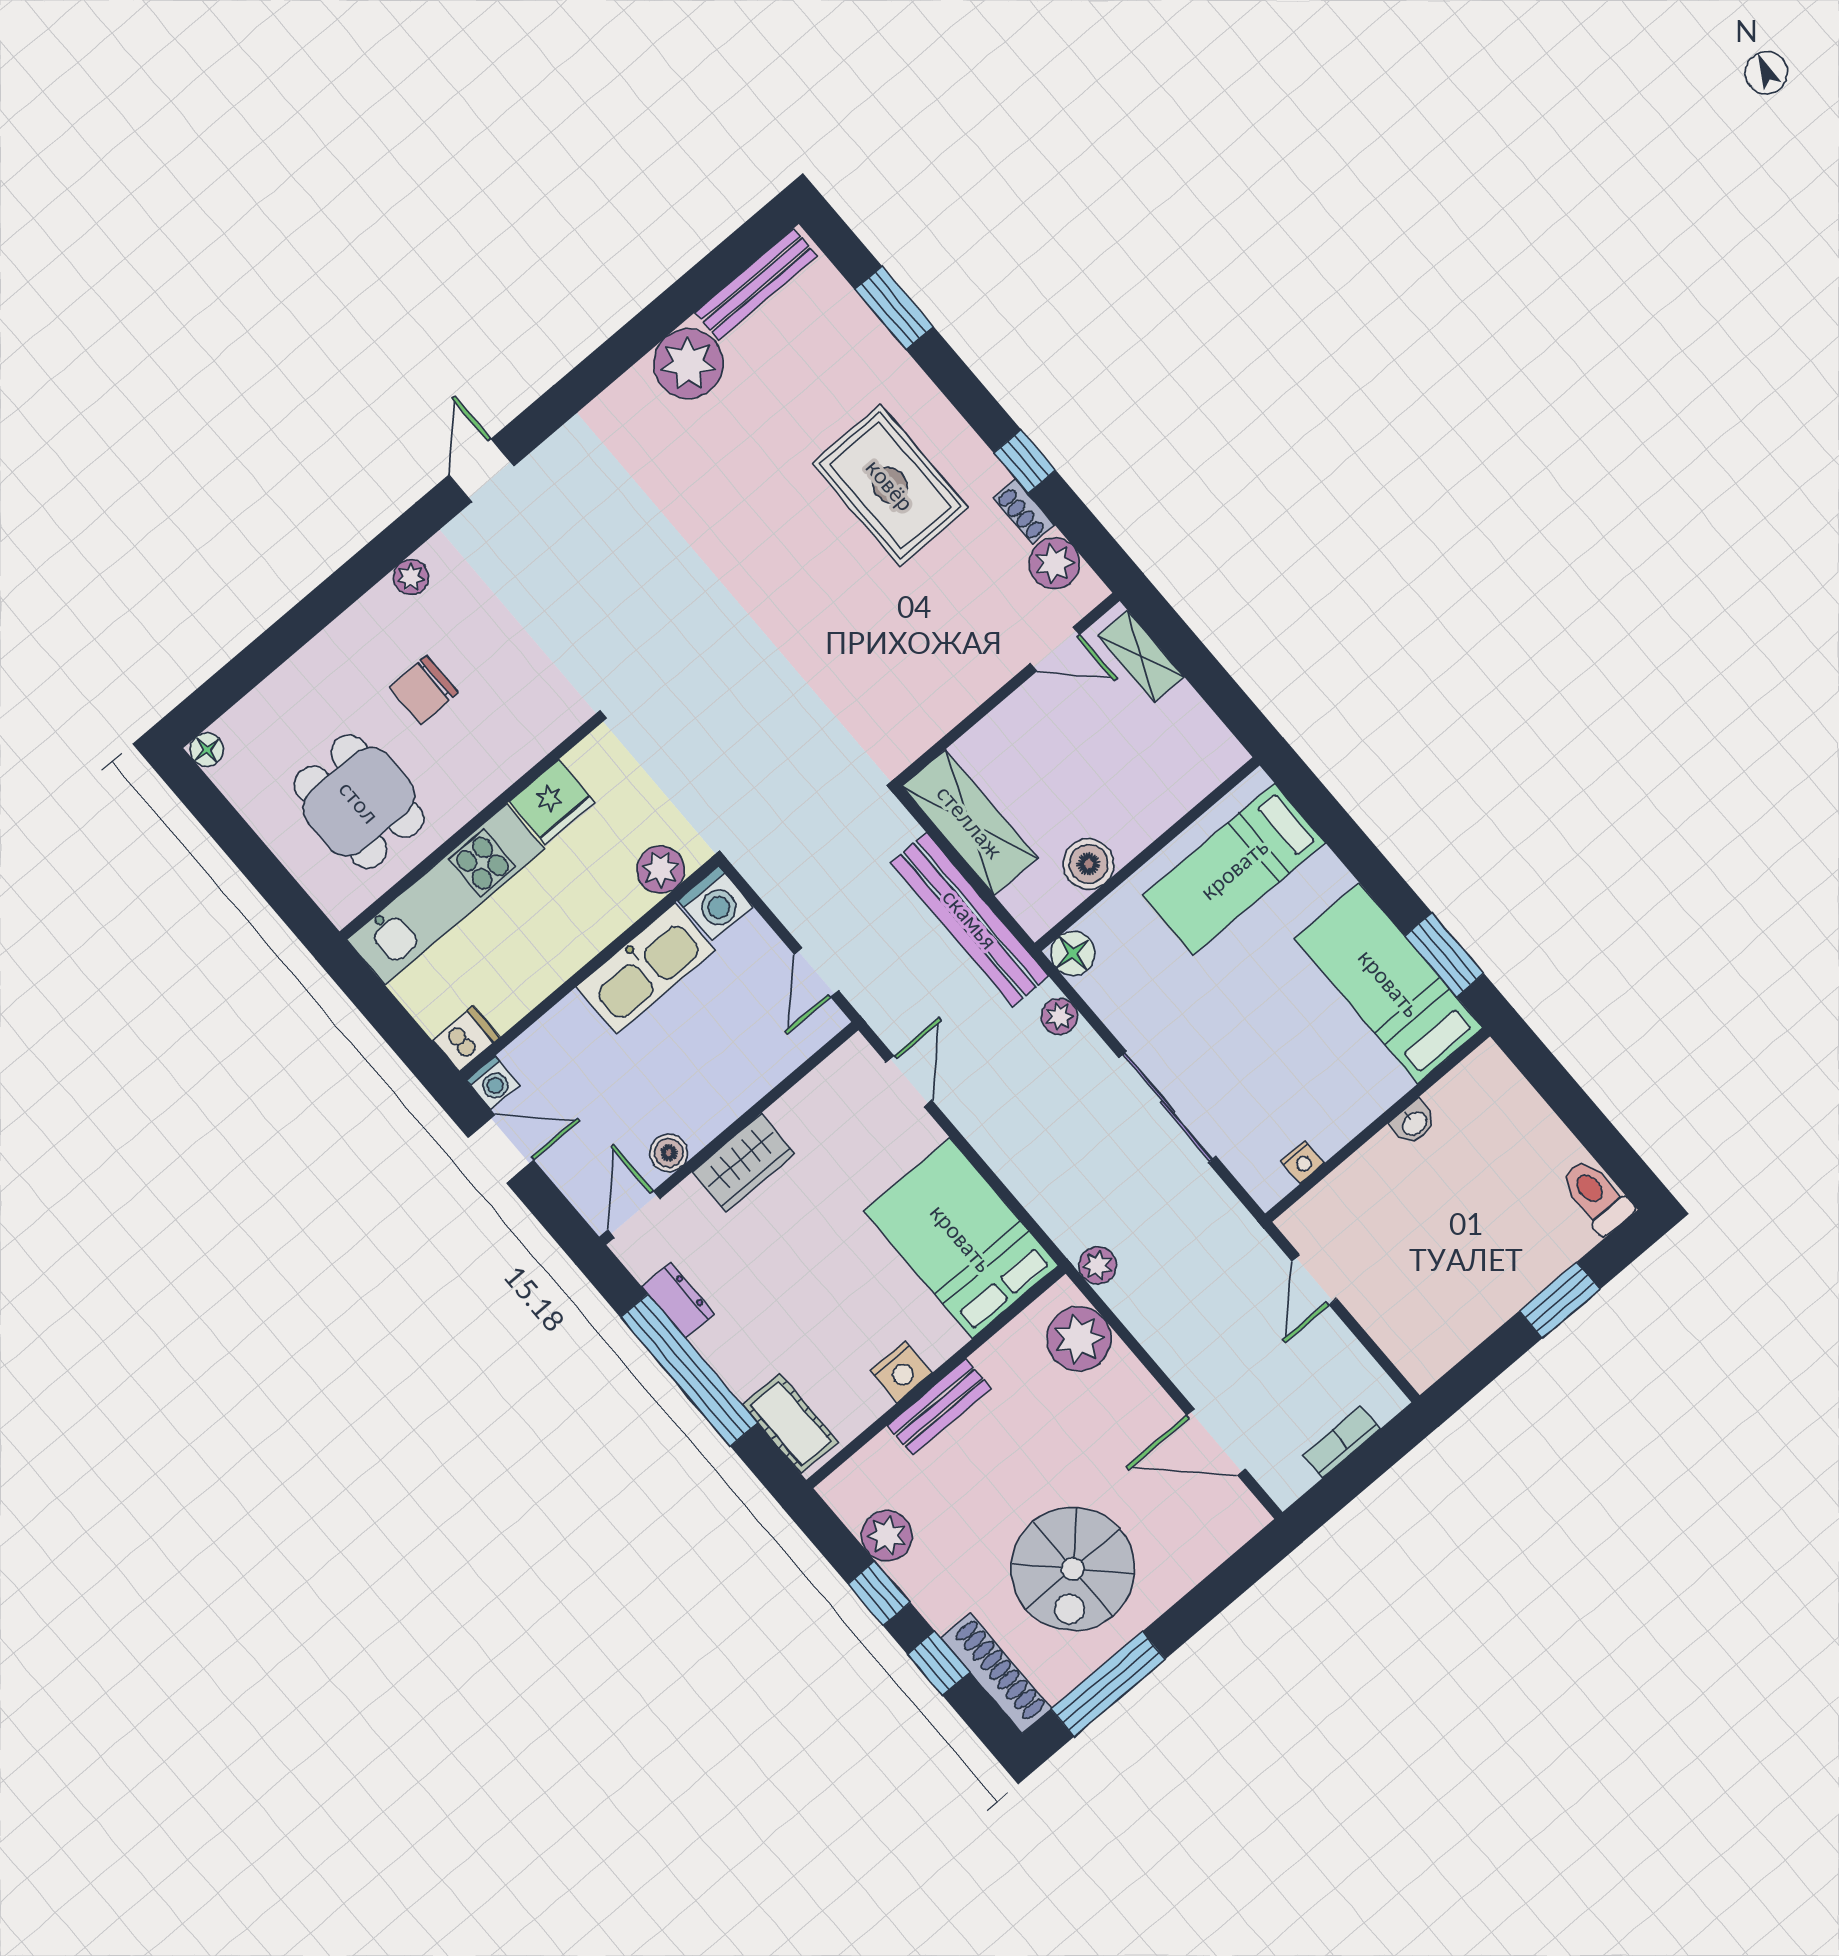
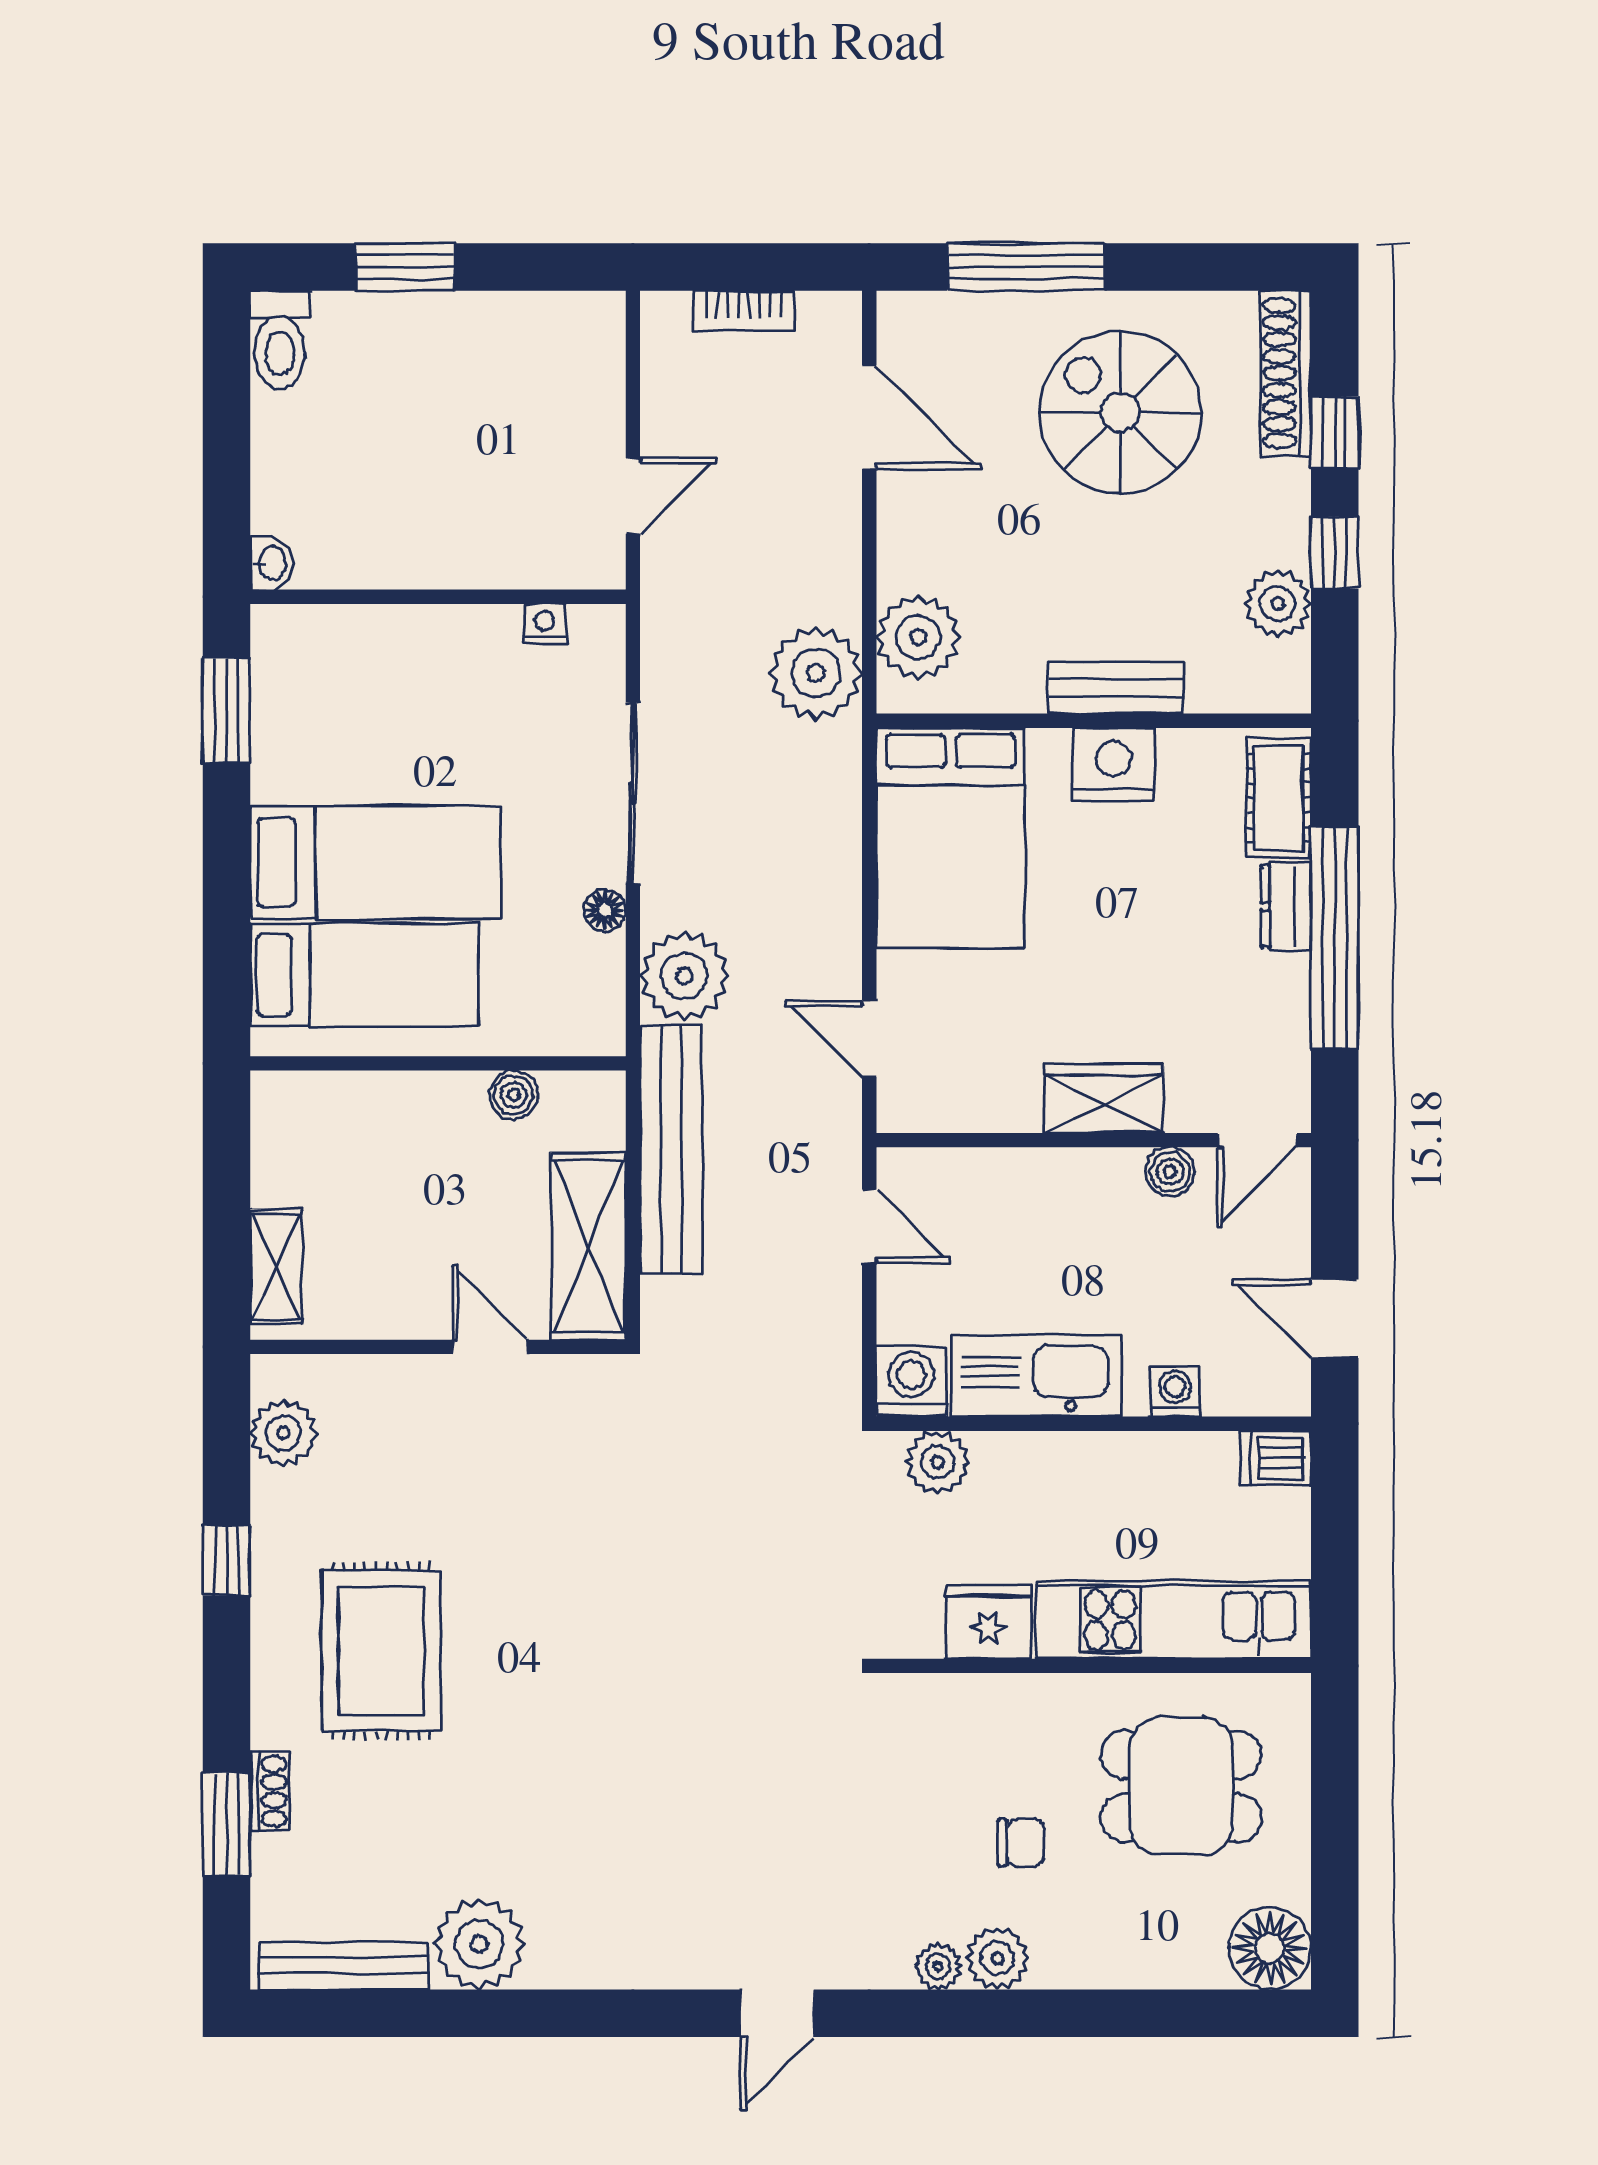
shoe rack: (1024, 511) -> (269, 1791), moved
plant: (381, 611) -> (997, 1958), added
door: (1055, 649) -> (490, 1347), moved
chair: (424, 690) -> (1021, 1843), width x0.73, depth x0.73
floor lamp: (207, 750) -> (1270, 1948), width x1.89, depth x1.89
dining table: (359, 802) -> (1181, 1786), turned 90
boiler: (1089, 864) -> (514, 1095), width x0.73, depth x0.73
floor lamp: (1073, 954) -> (605, 910), moved, width x0.73, depth x0.73
door: (816, 973) -> (869, 1226), hinge flipped
bed: (1389, 983) -> (375, 862), moved, turned -90
plant: (1059, 1016) -> (684, 976), width x1.87, depth x1.87
door: (909, 1081) -> (869, 1039), hinge flipped
washing machine: (493, 1083) -> (1175, 1392), moved
washbasin: (1414, 1123) -> (272, 563), moved, turned 90
plant: (1098, 1265) -> (816, 673), width x1.88, depth x1.88
dresser: (678, 1300) -> (1286, 907), moved
nightstand: (901, 1372) -> (1114, 764), width x1.36, depth x1.33
spiral stairs: (1073, 1569) -> (1120, 412), turned -90
window: (1108, 1684) -> (1026, 267), moved

